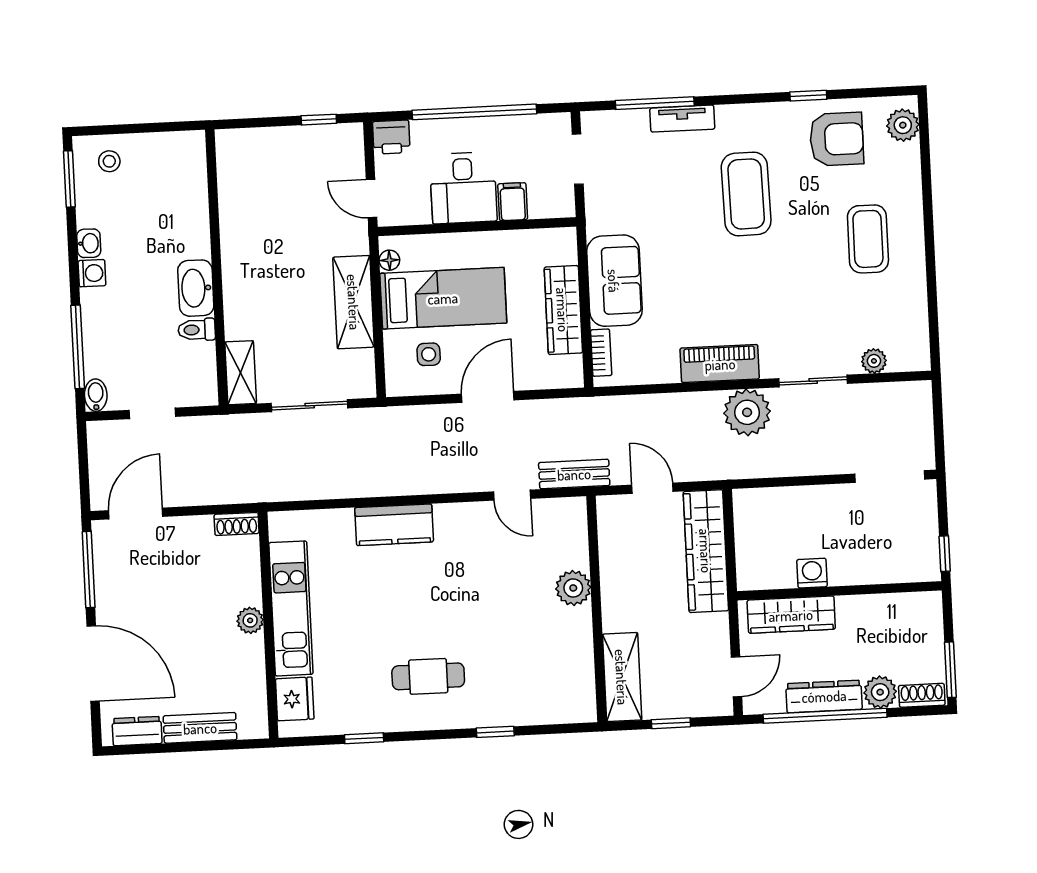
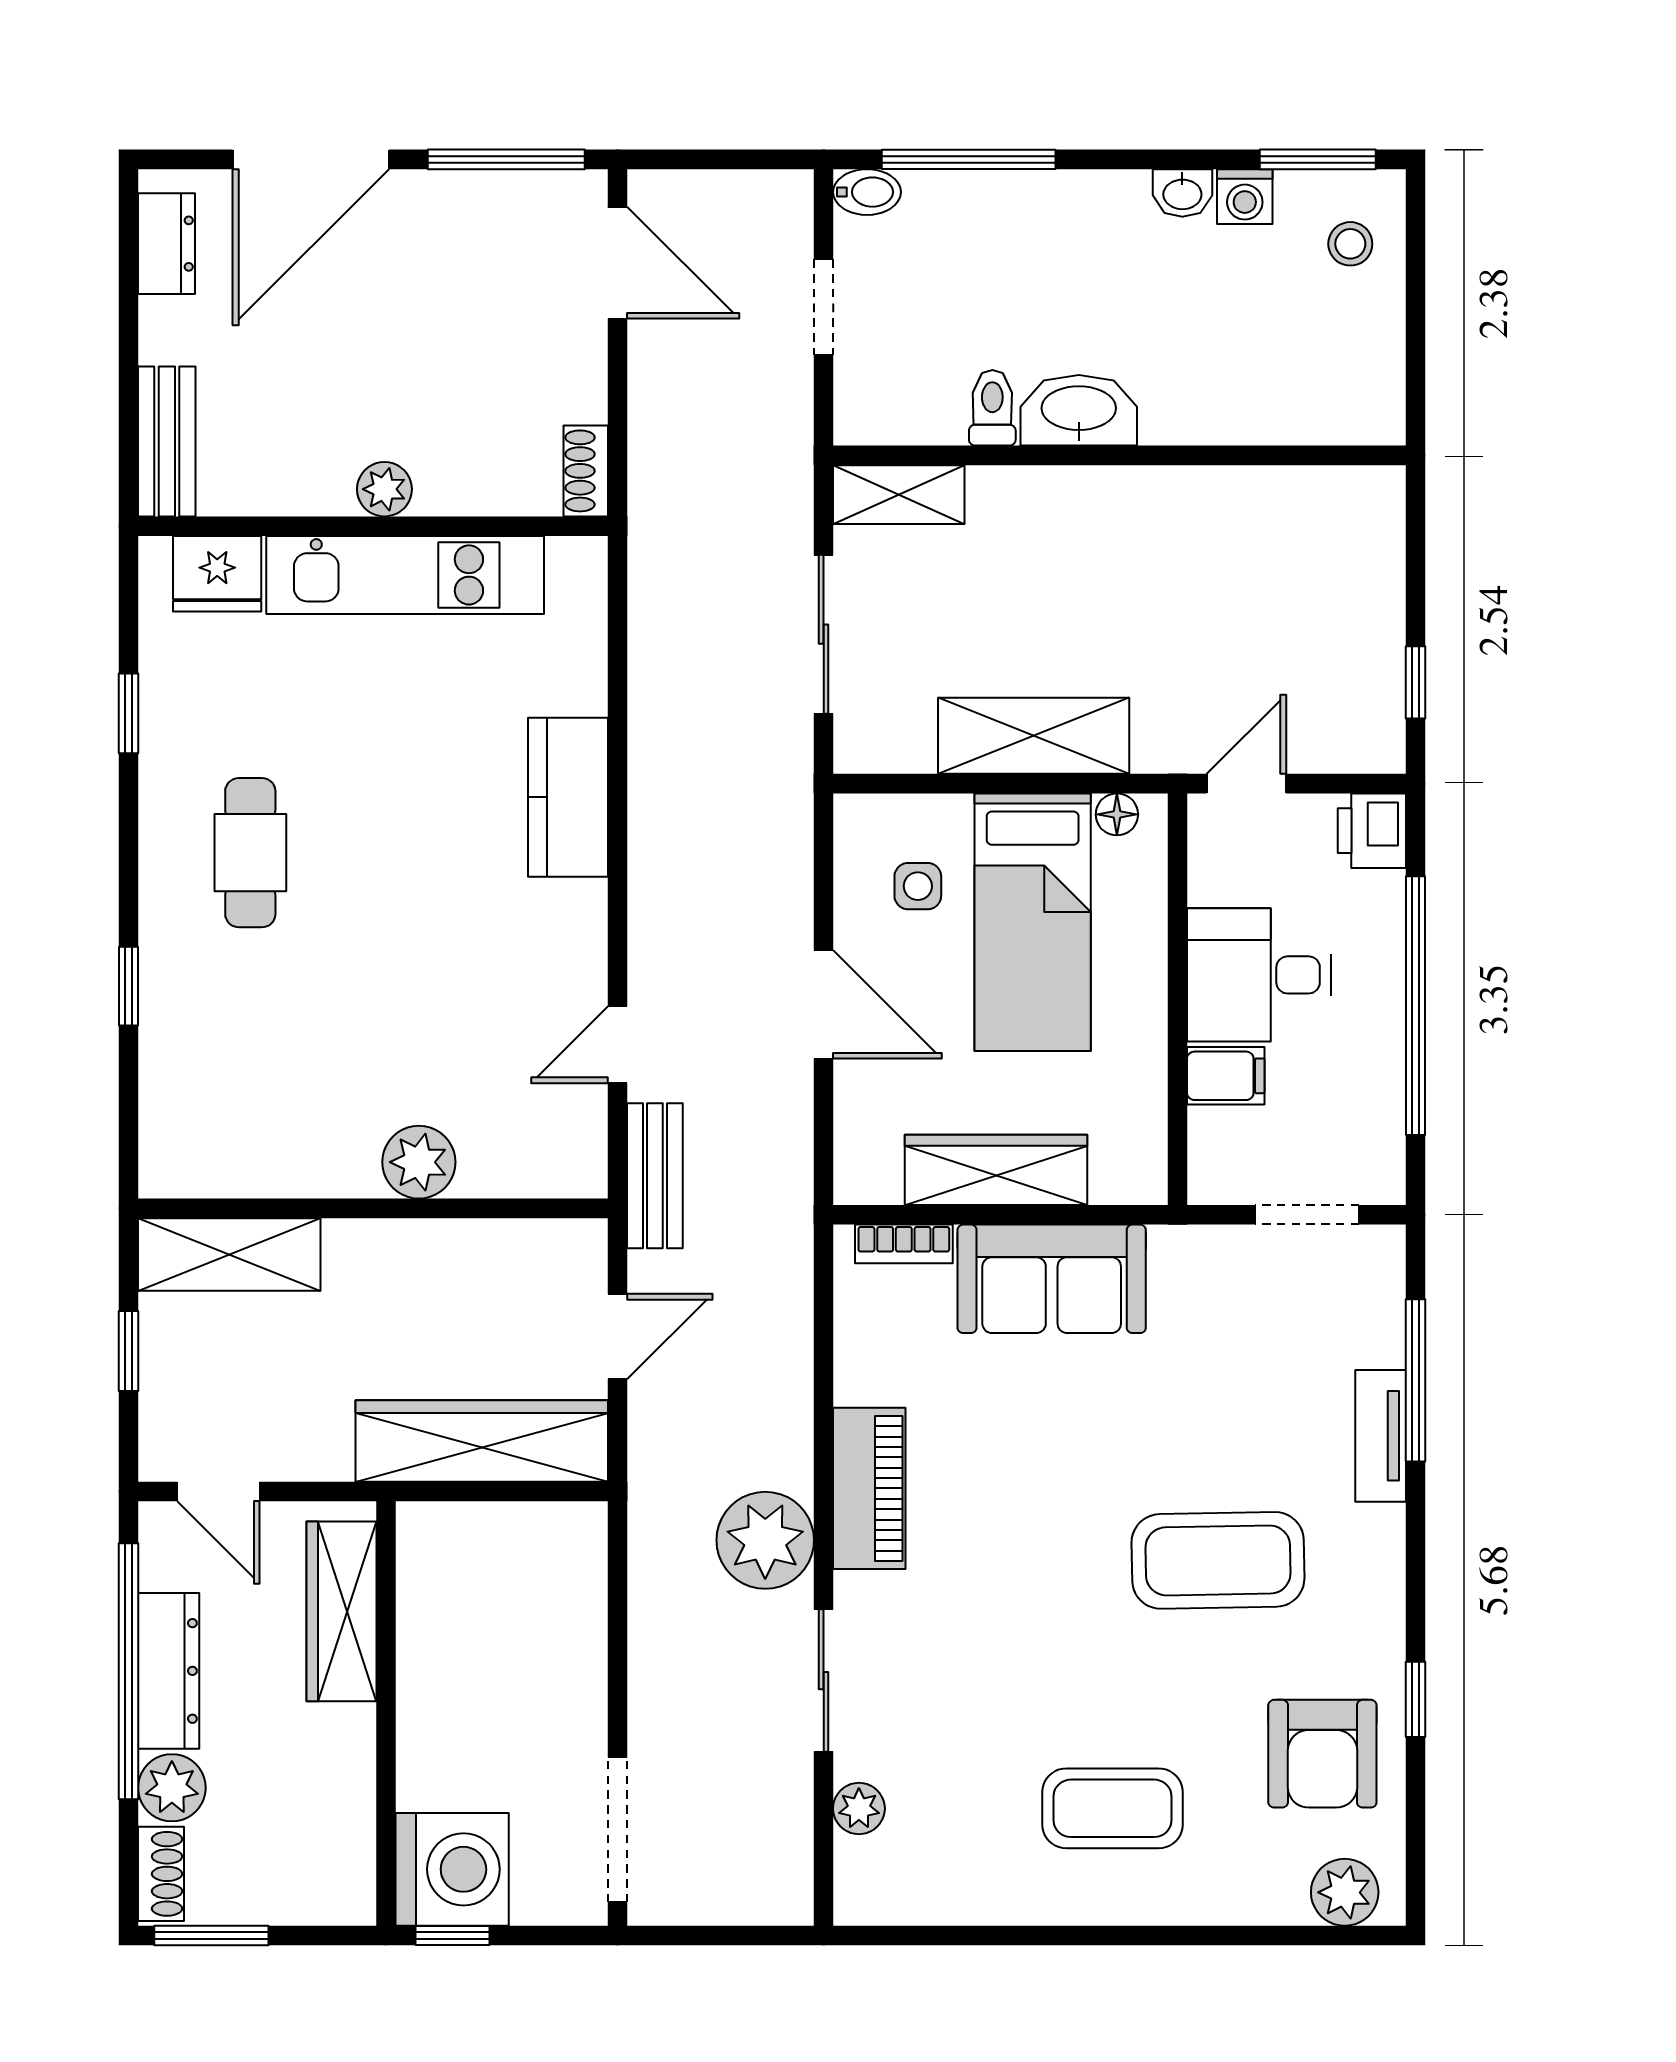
washing machine: (92, 273) -> (1245, 197), moved
washing machine: (812, 573) -> (452, 1869), moved, width x1.89, depth x1.89
bench: (200, 728) -> (167, 441), moved

